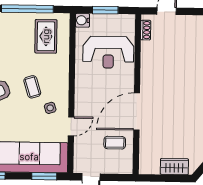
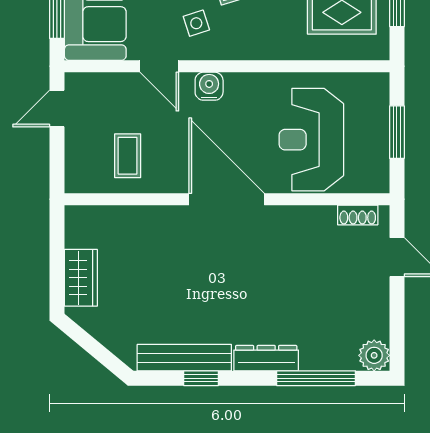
water cooler: (82, 20) -> (209, 86), moved
door: (137, 111) -> (227, 199), moved

